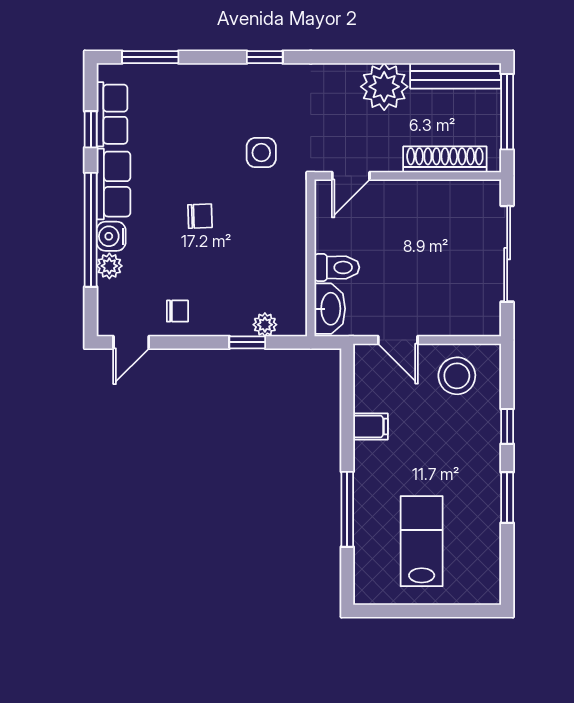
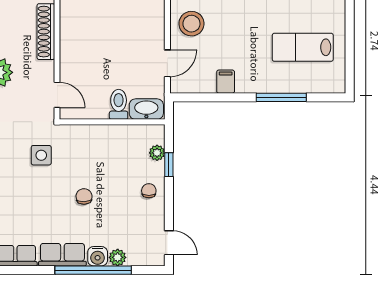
window: (91, 129) -> (26, 270), removed
chair: (177, 311) -> (149, 191), moved

